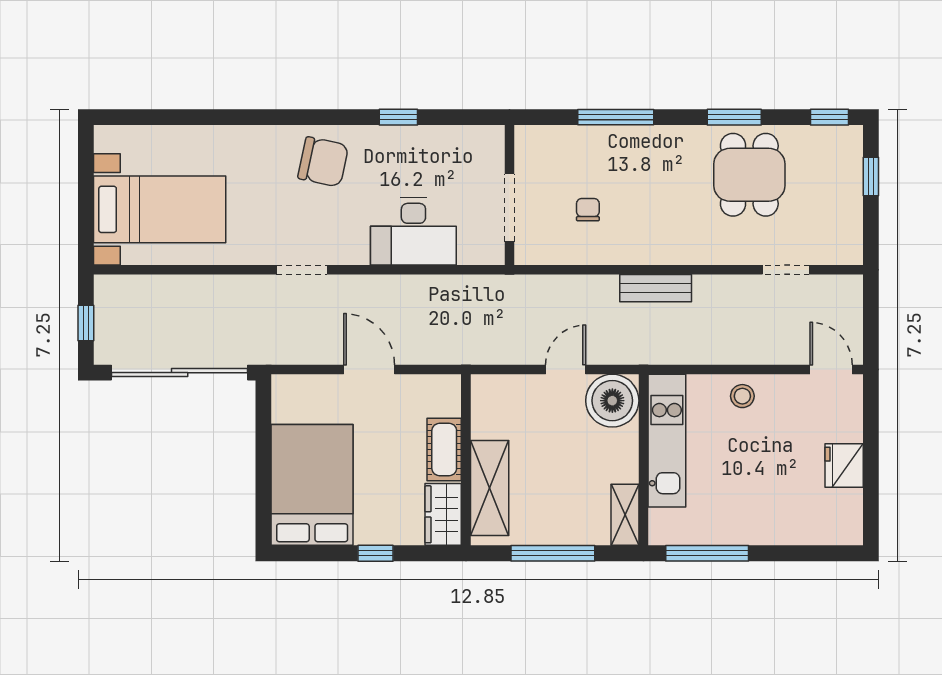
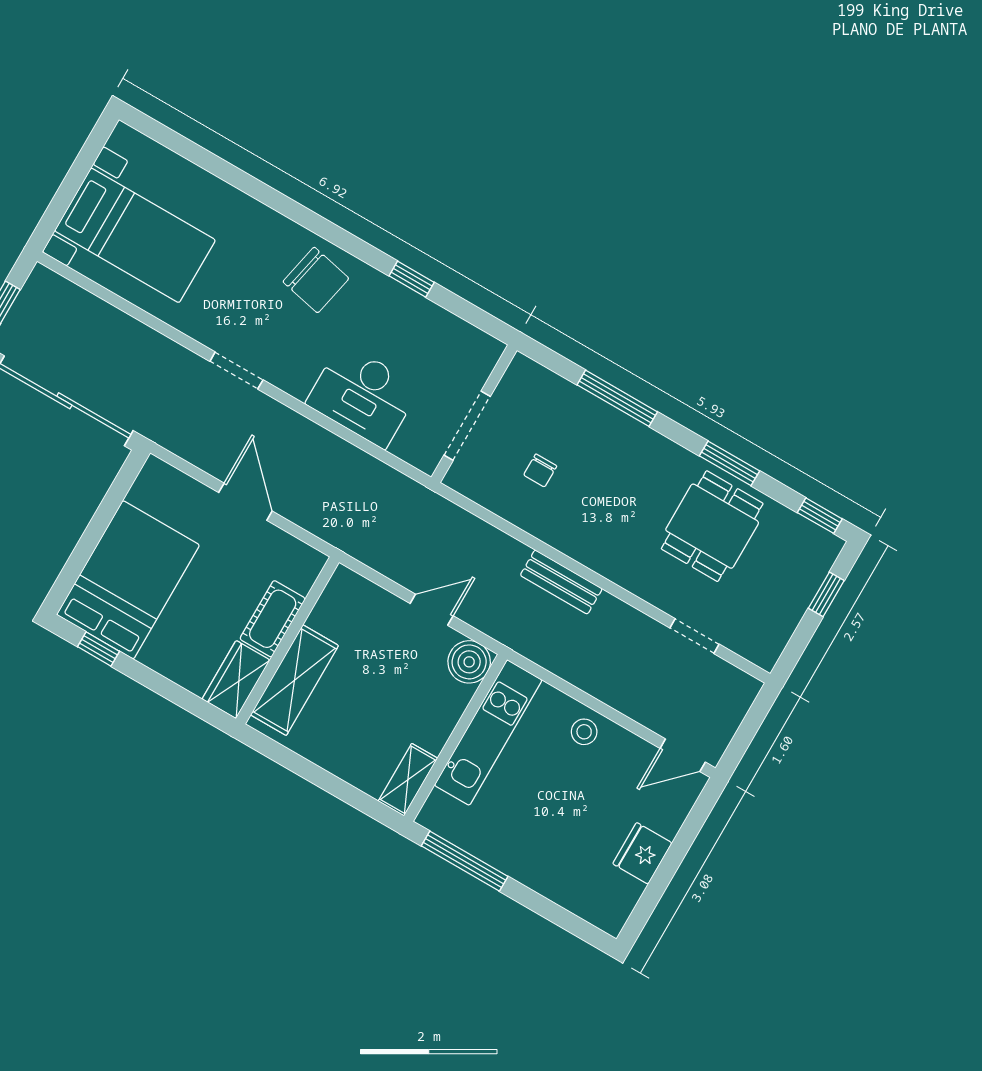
chair: (588, 210) -> (540, 471), turned 180
door: (831, 369) -> (683, 755), swing flipped
boiler: (612, 401) -> (469, 662), width x0.73, depth x0.73
window: (376, 553) -> (98, 649), moved
window: (553, 553) -> (319, 777), removed

